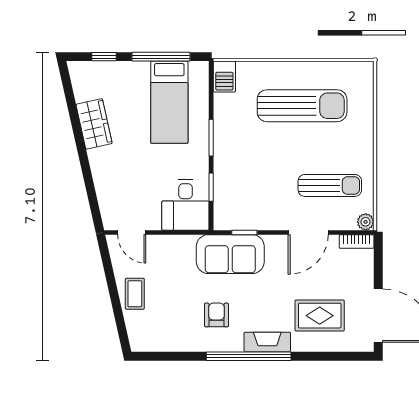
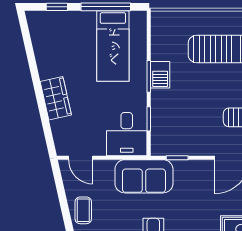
barbecue: (224, 76) -> (160, 75), moved
wardrobe: (94, 124) -> (56, 98), moved
sofa: (230, 254) -> (144, 176), moved

